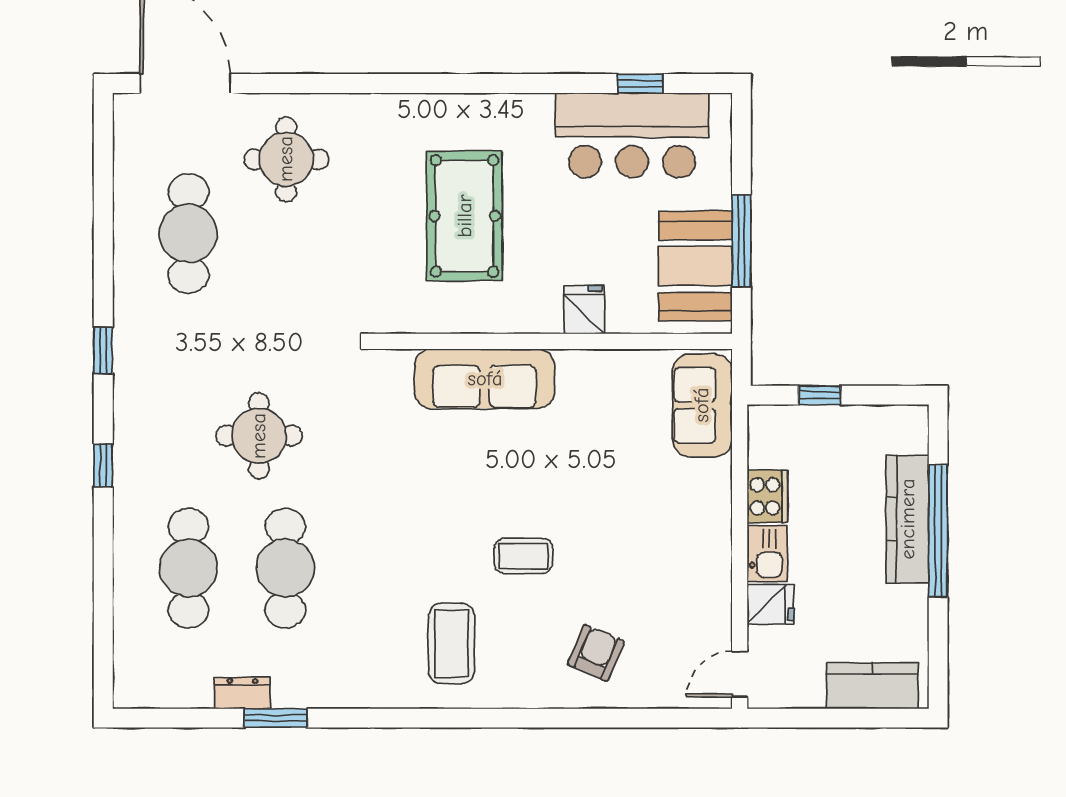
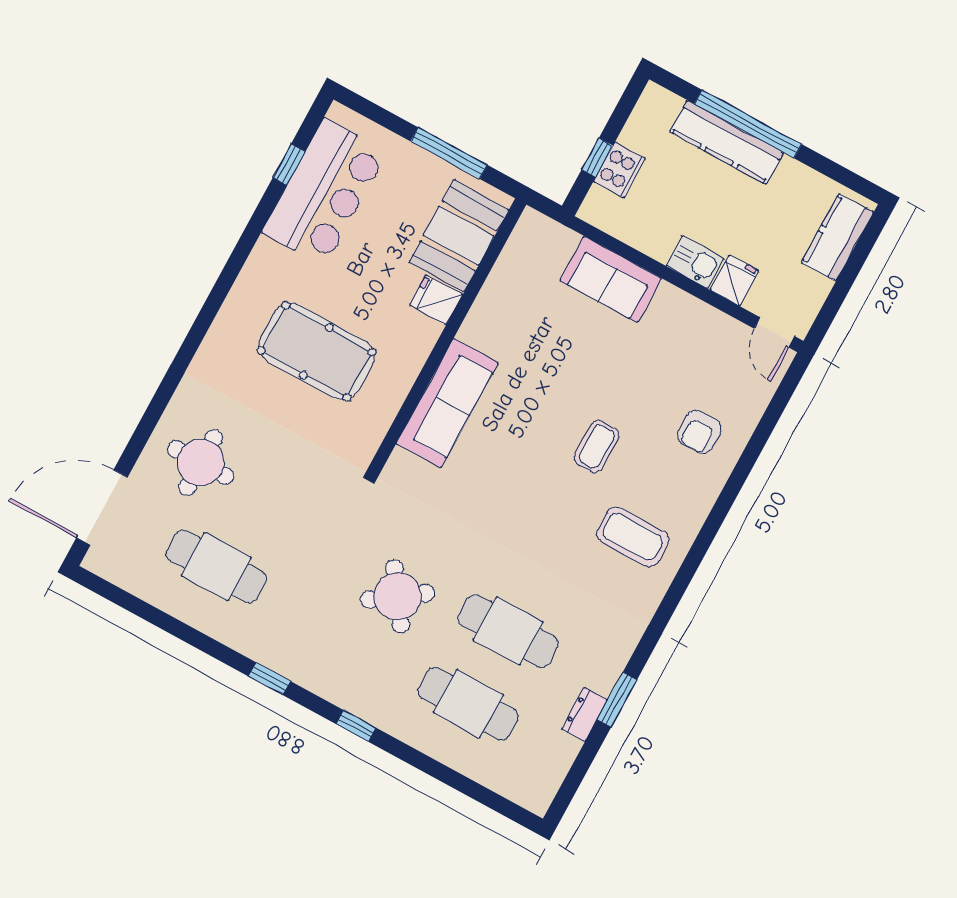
booth: (695, 266) -> (459, 236), moved, turned 90
sofa: (702, 405) -> (611, 279), moved
round table: (259, 436) -> (398, 596), turned -35
cooker: (767, 496) -> (619, 170), moved, turned 90
armchair: (596, 653) -> (699, 432), turned -113

